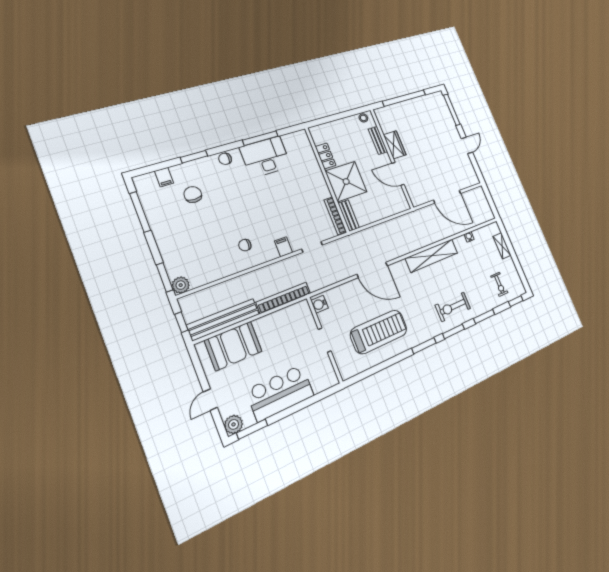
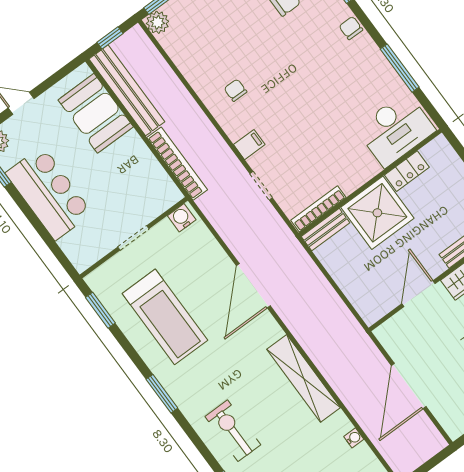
desk: (265, 157) -> (396, 129), moved, turned 90
window: (453, 331) -> (100, 310), moved

